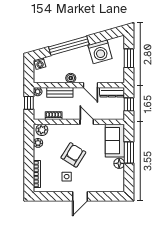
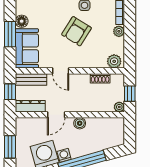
washing machine: (40, 64) -> (64, 155), moved
door: (90, 85) -> (56, 115), swing flipped
bench: (60, 92) -> (31, 79), moved
plant: (38, 143) -> (119, 31), moved

